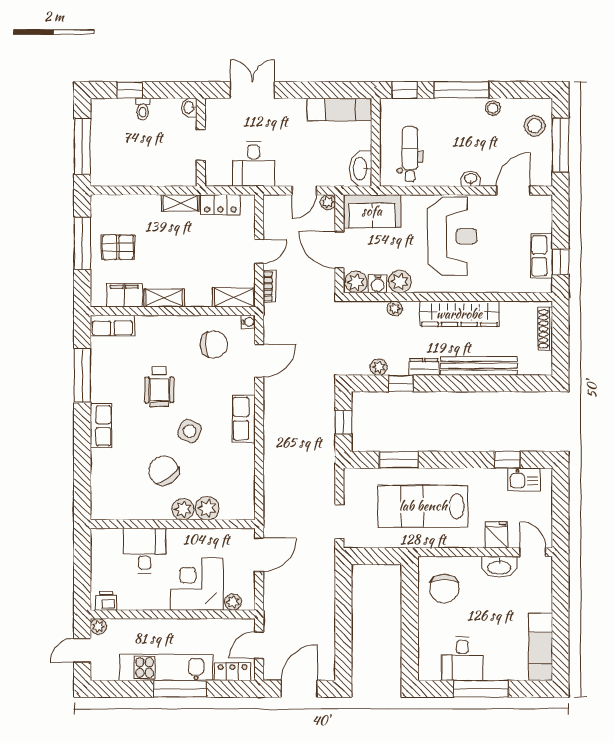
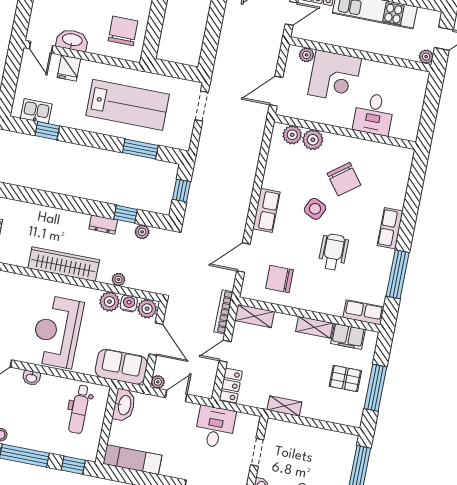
locker: (220, 204) -> (231, 385), moved, turned 90
bookcase: (269, 286) -> (224, 312), width x1.56
water cooler: (248, 322) -> (246, 293), removed
bench: (479, 366) -> (56, 216), removed
plant: (183, 509) -> (292, 135), moved
printer: (106, 601) -> (415, 77), removed

